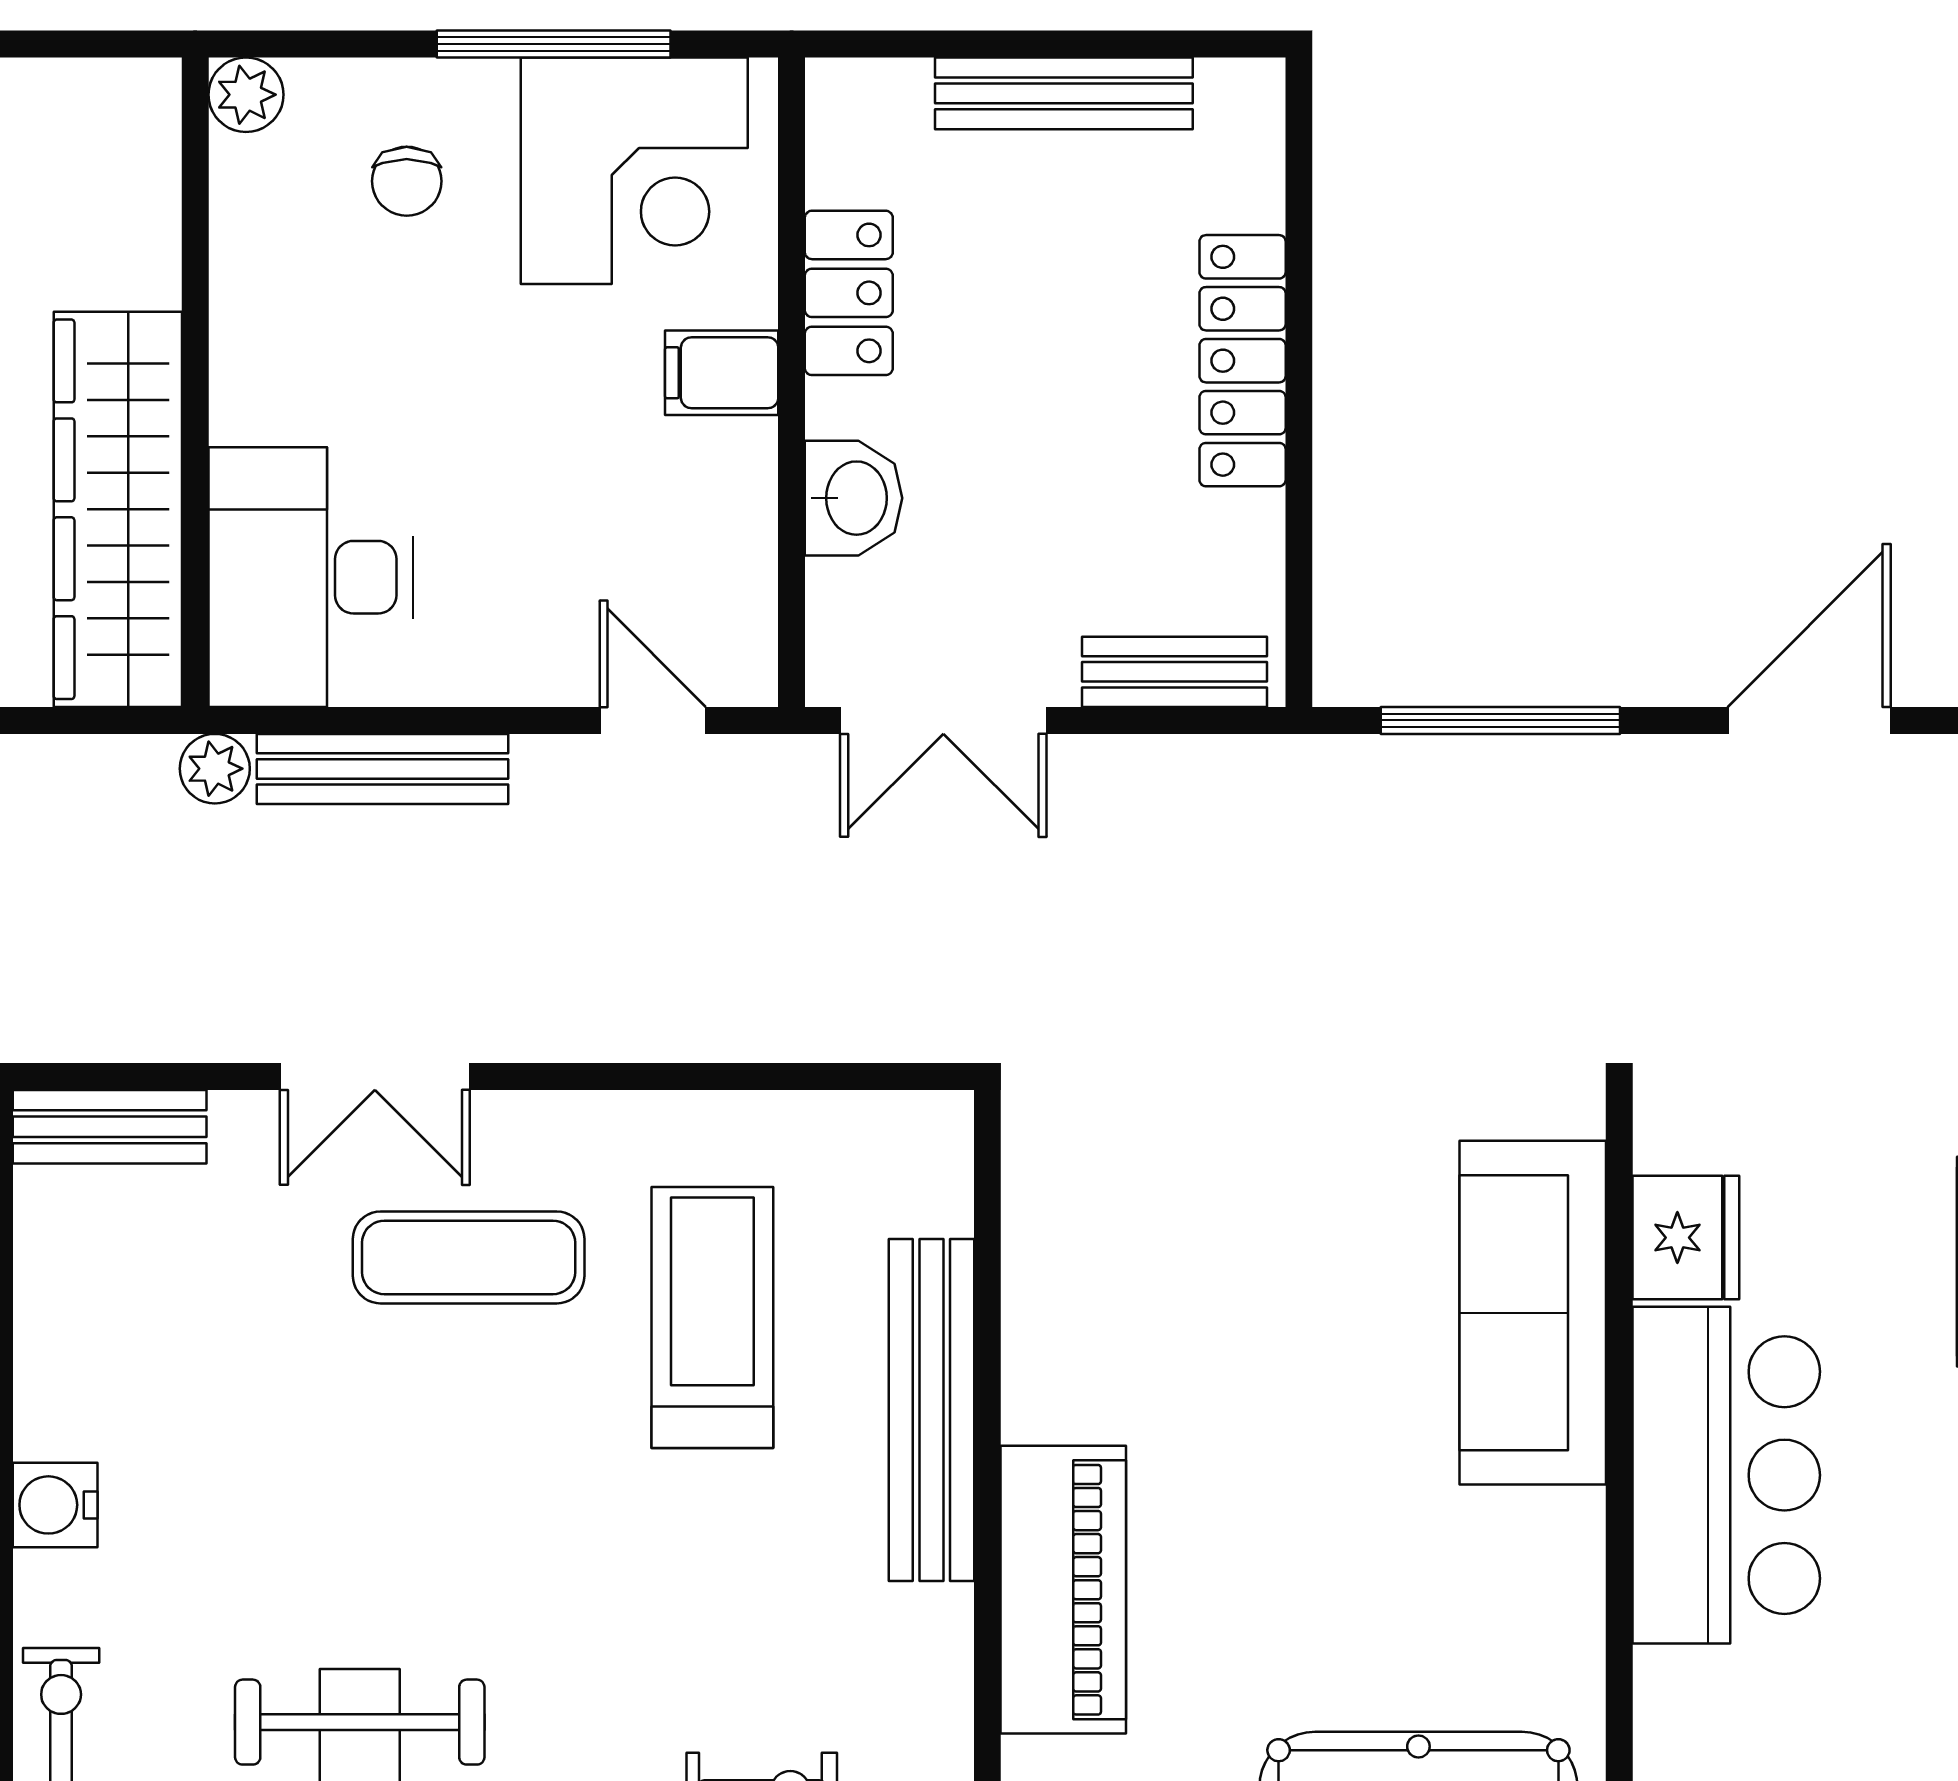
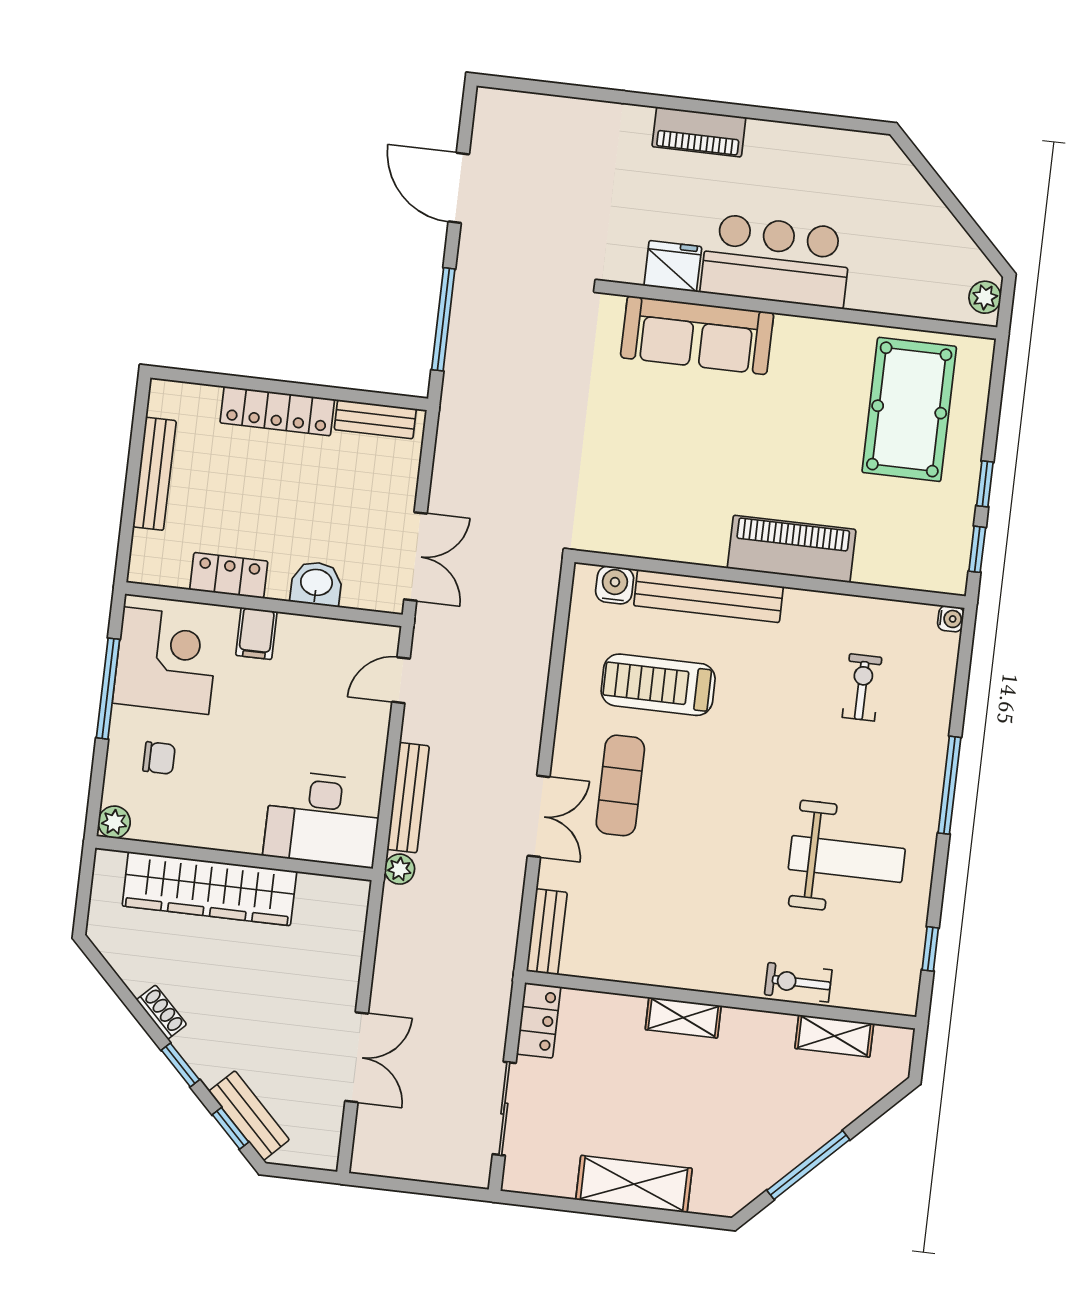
wardrobe: (118, 509) -> (209, 889), moved
bench: (1174, 672) -> (375, 419), moved, turned 90
water cooler: (55, 1505) -> (615, 585), moved, turned 180

